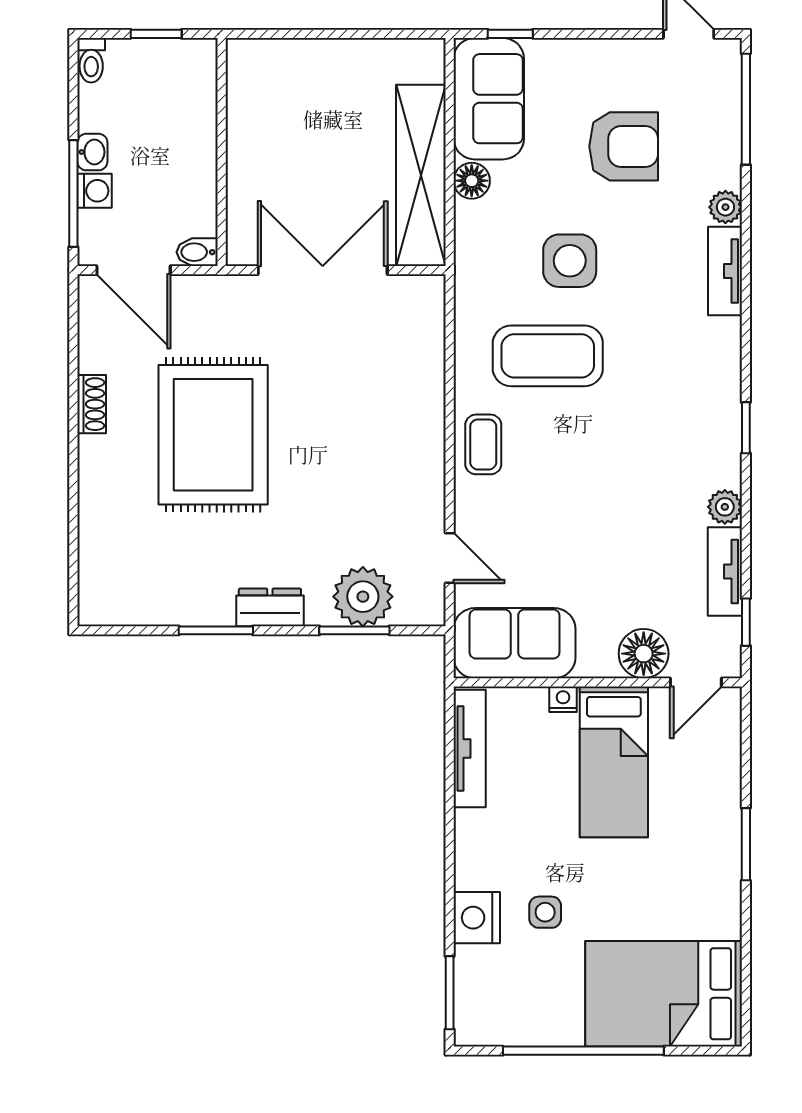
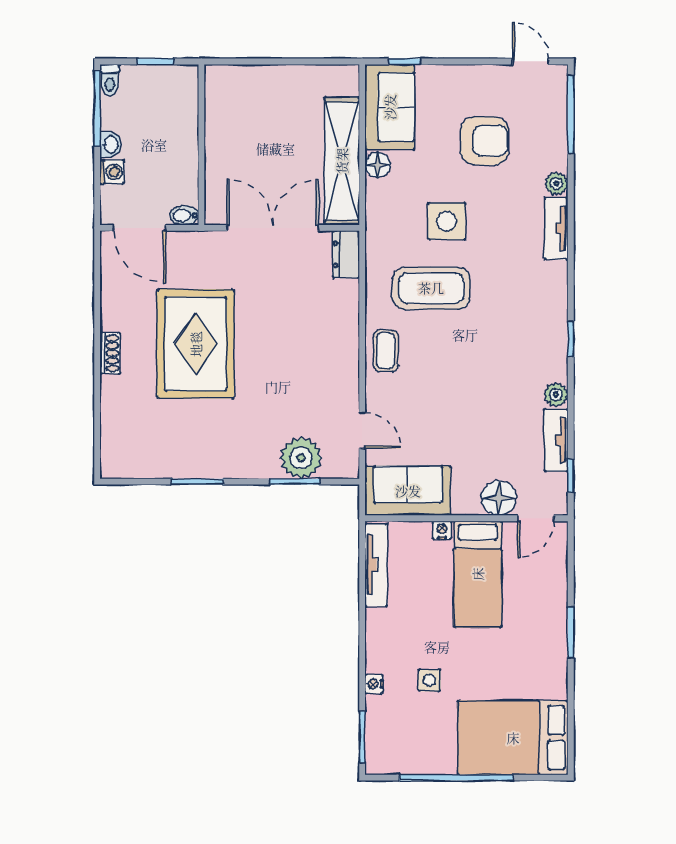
window: (73, 193) -> (97, 108), moved
shoe rack: (92, 404) -> (110, 353), moved
dresser: (270, 607) -> (346, 254), moved, turned -90
nightstand: (477, 918) -> (374, 684), width x0.53, depth x0.56

